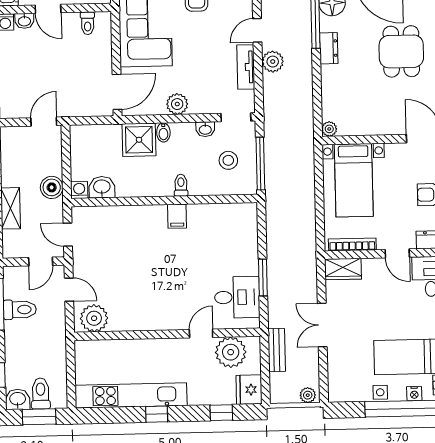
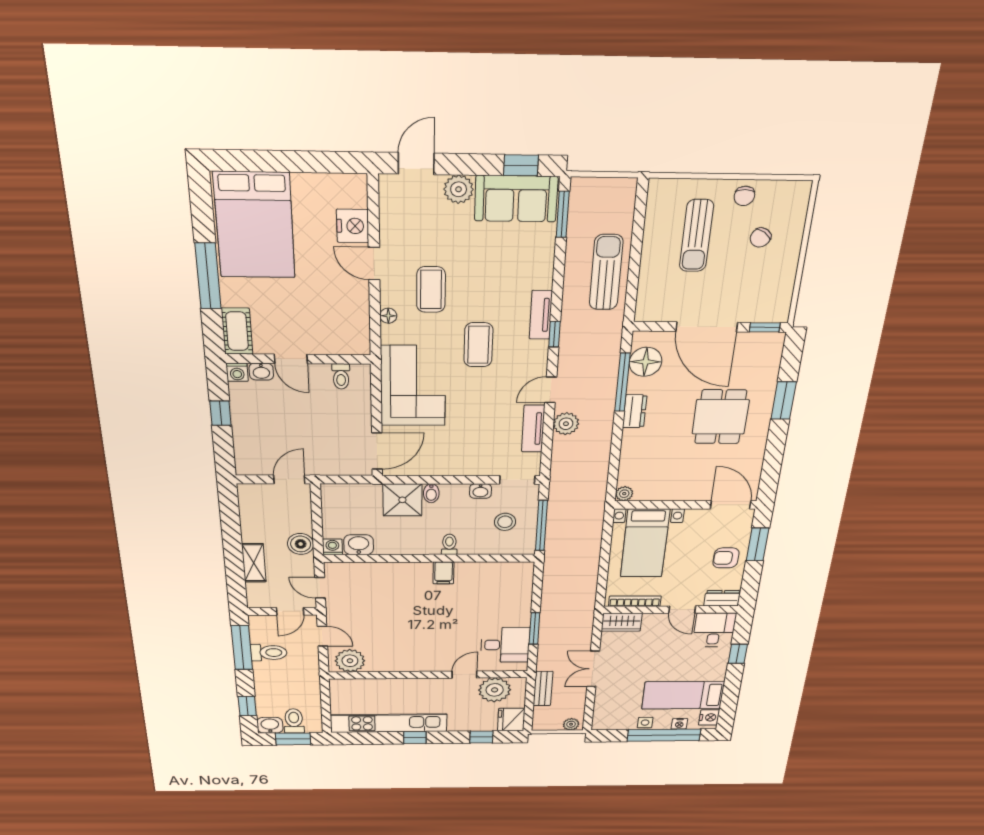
plant: (177, 104) -> (449, 465), removed

